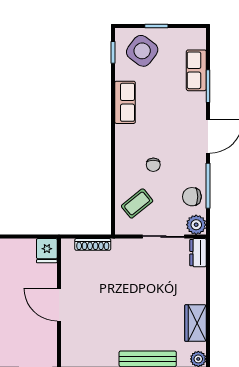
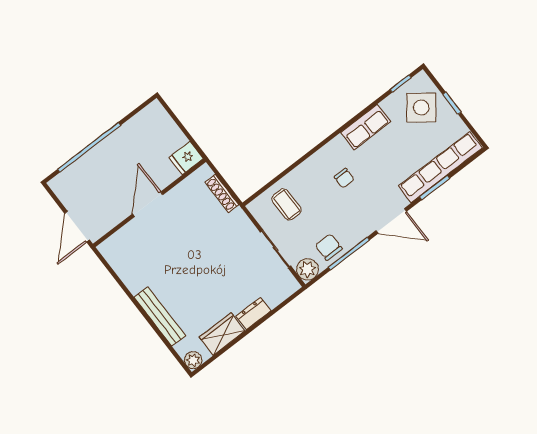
row of seats: (196, 70) -> (440, 167), width x2.02
chair: (153, 165) -> (344, 178), moved, turned -90
coffee table: (137, 203) -> (286, 204), turned 39
dresser: (198, 253) -> (253, 313), moved

